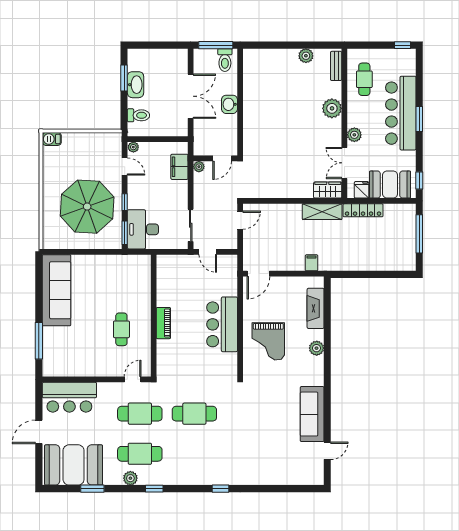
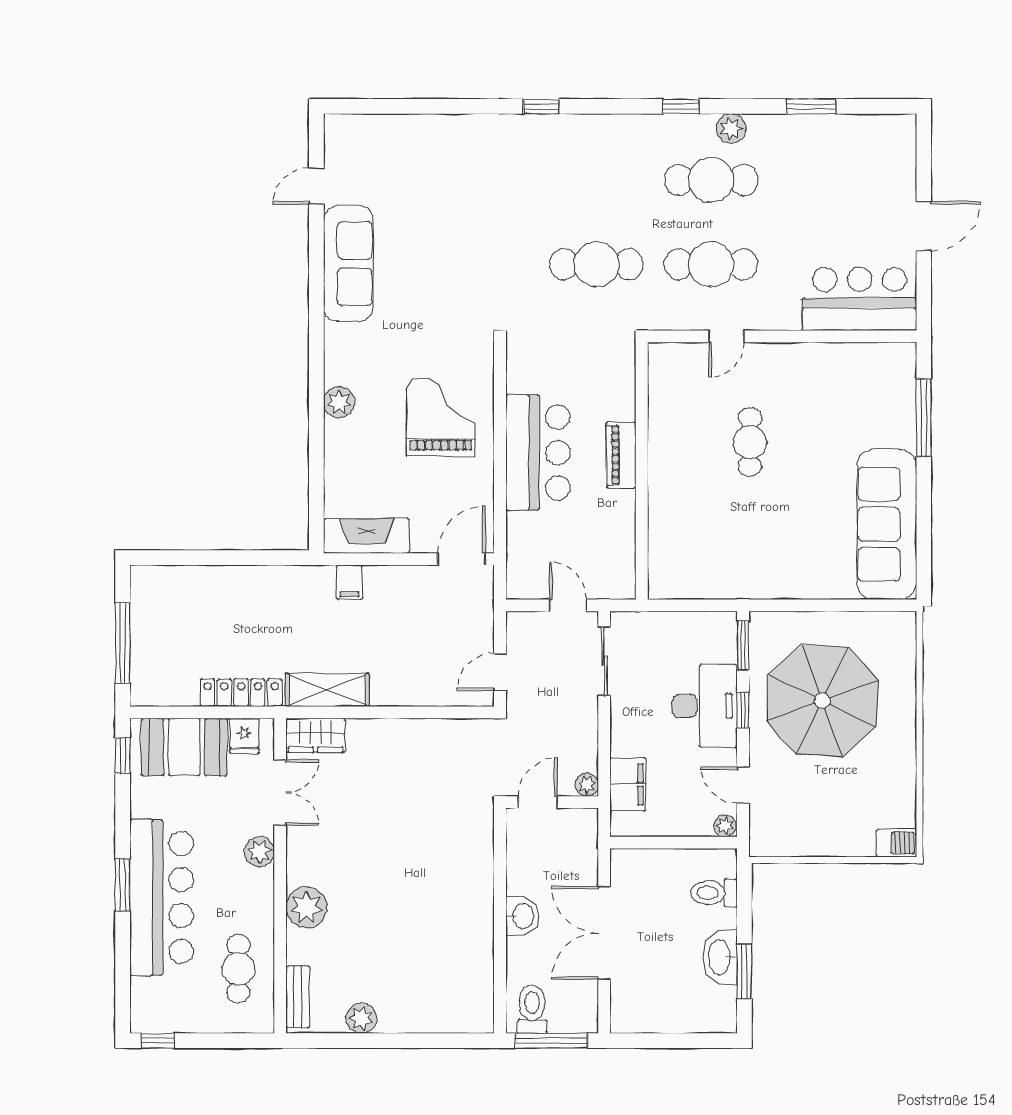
desk: (143, 229) -> (705, 706), moved
fireplace: (316, 308) -> (367, 536), moved, turned -90
wall: (154, 316) -> (642, 471), moved
piano: (163, 323) -> (621, 455), moved
booth: (74, 465) -> (851, 156), removed

